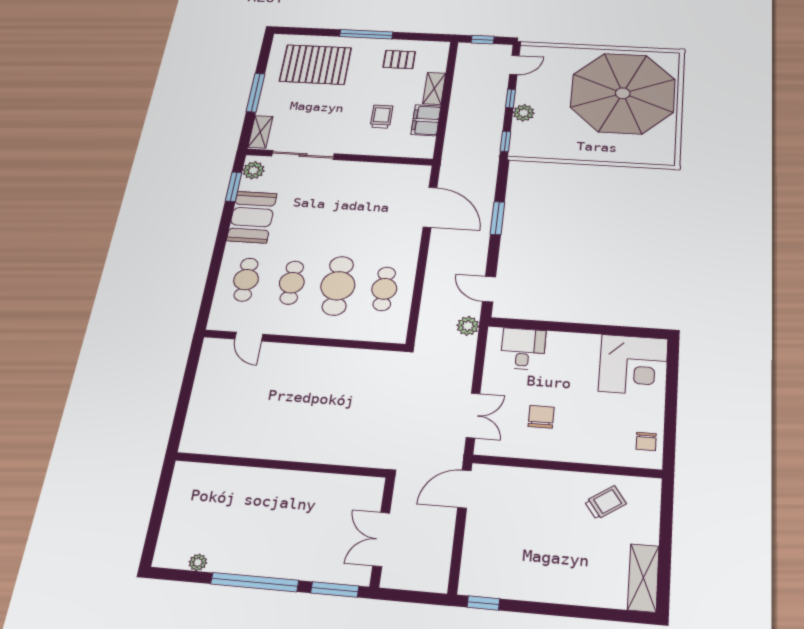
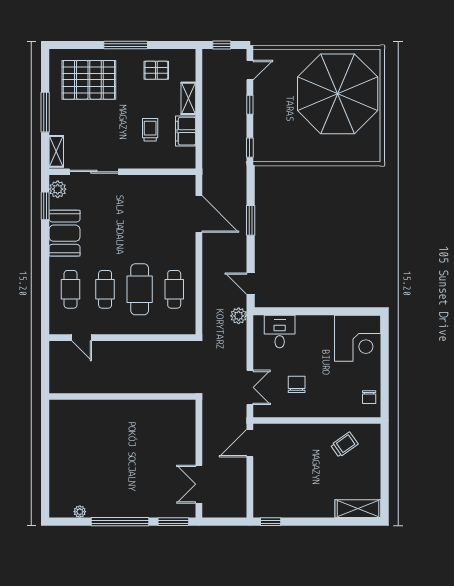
plant: (524, 113) -> (262, 119), removed
wall: (280, 465) -> (122, 397), moved
shelving: (643, 578) -> (358, 509), moved, turned 90

